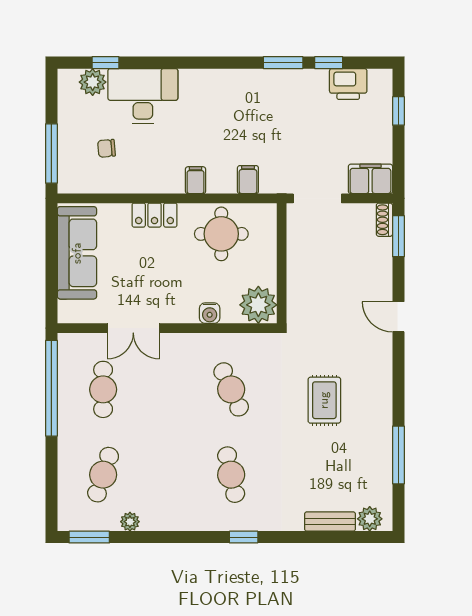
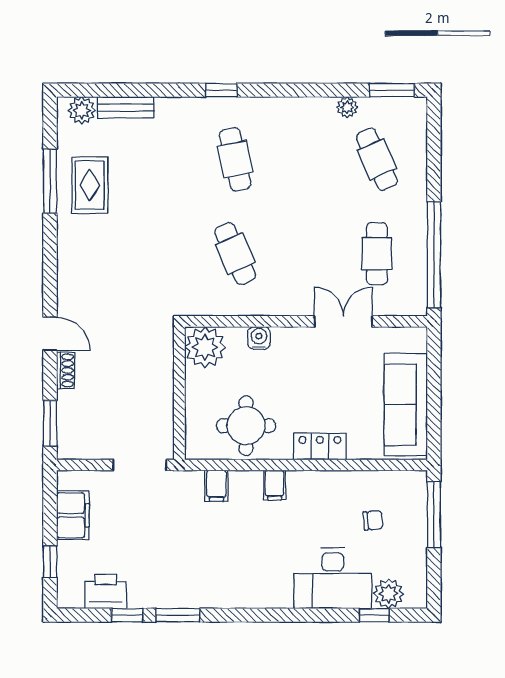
filing cabinet: (370, 179) -> (73, 515), moved, turned -90
shoe rack: (384, 220) -> (65, 370), moved
rug: (324, 400) -> (90, 185), moved
cafe table: (103, 475) -> (377, 159), turned -42

